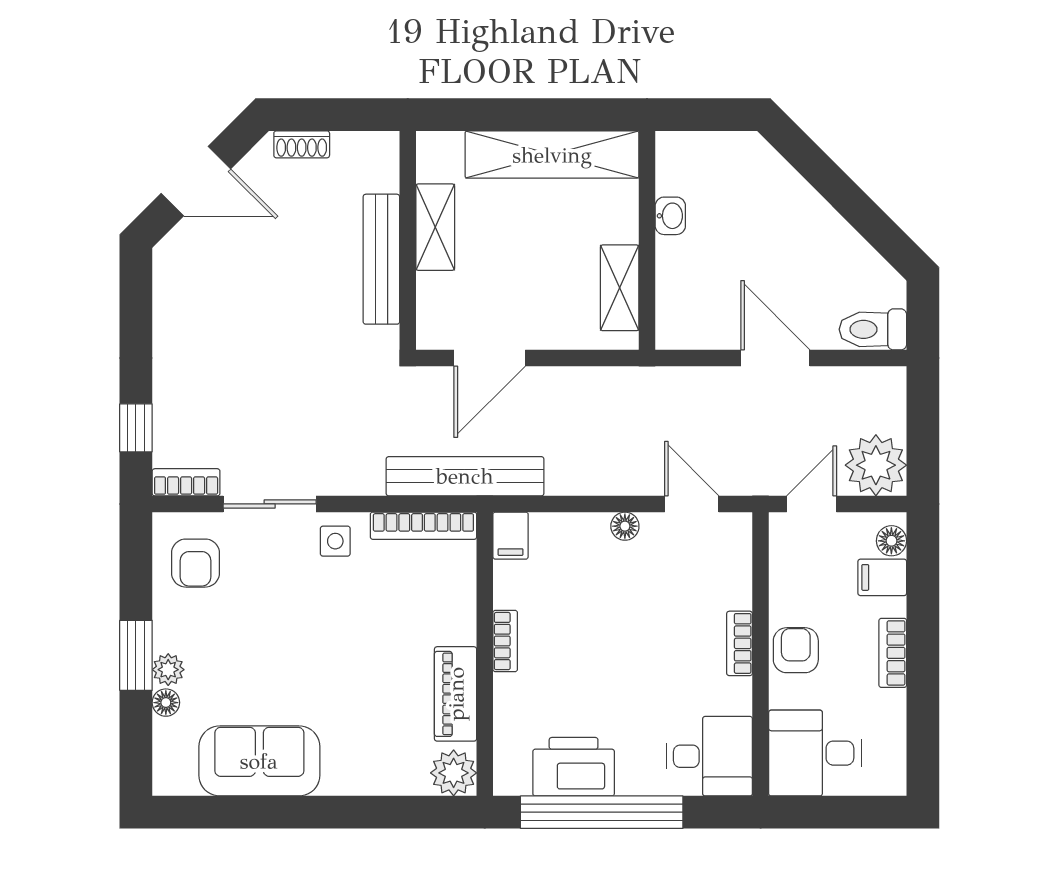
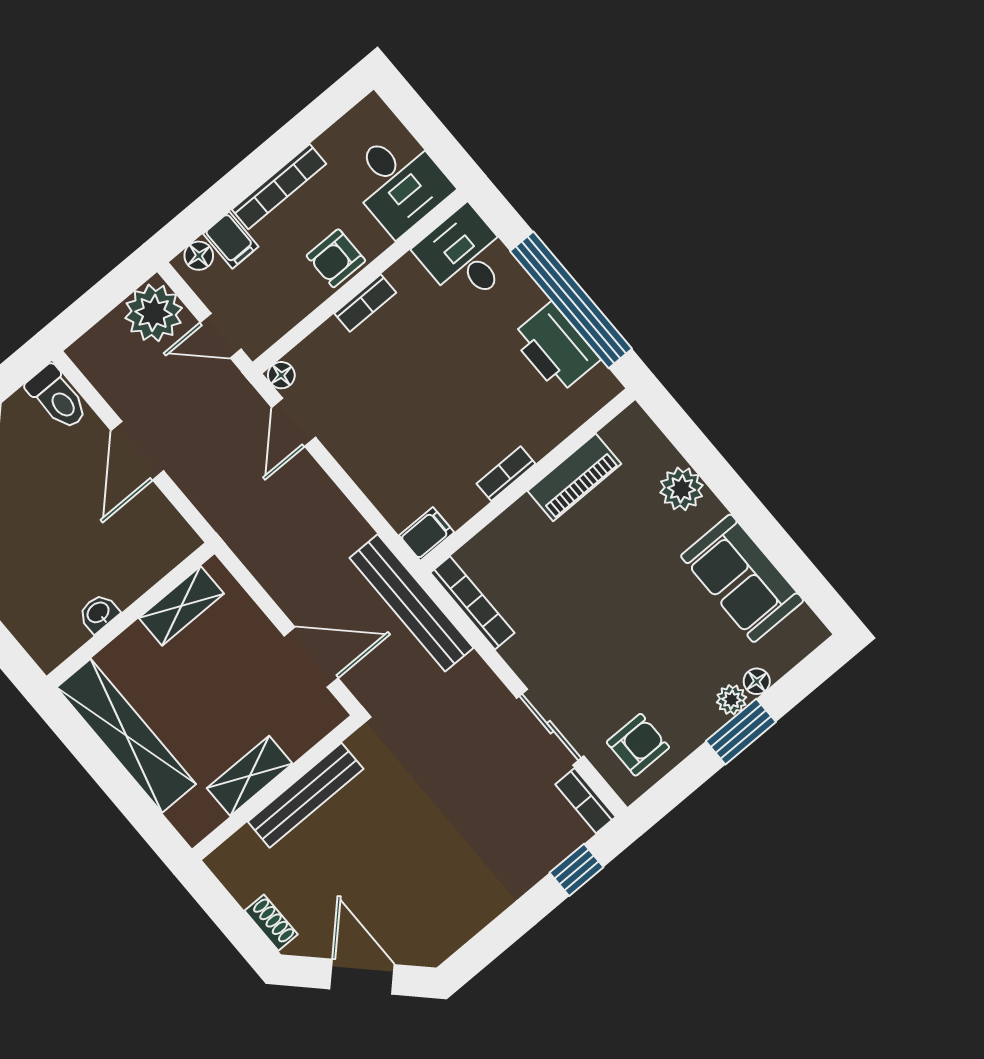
floor lamp: (625, 526) -> (281, 375), moved
side table: (335, 541) -> (537, 657), removed
bookcase: (893, 653) -> (279, 187), width x1.56
plant: (454, 773) -> (682, 489), moved

